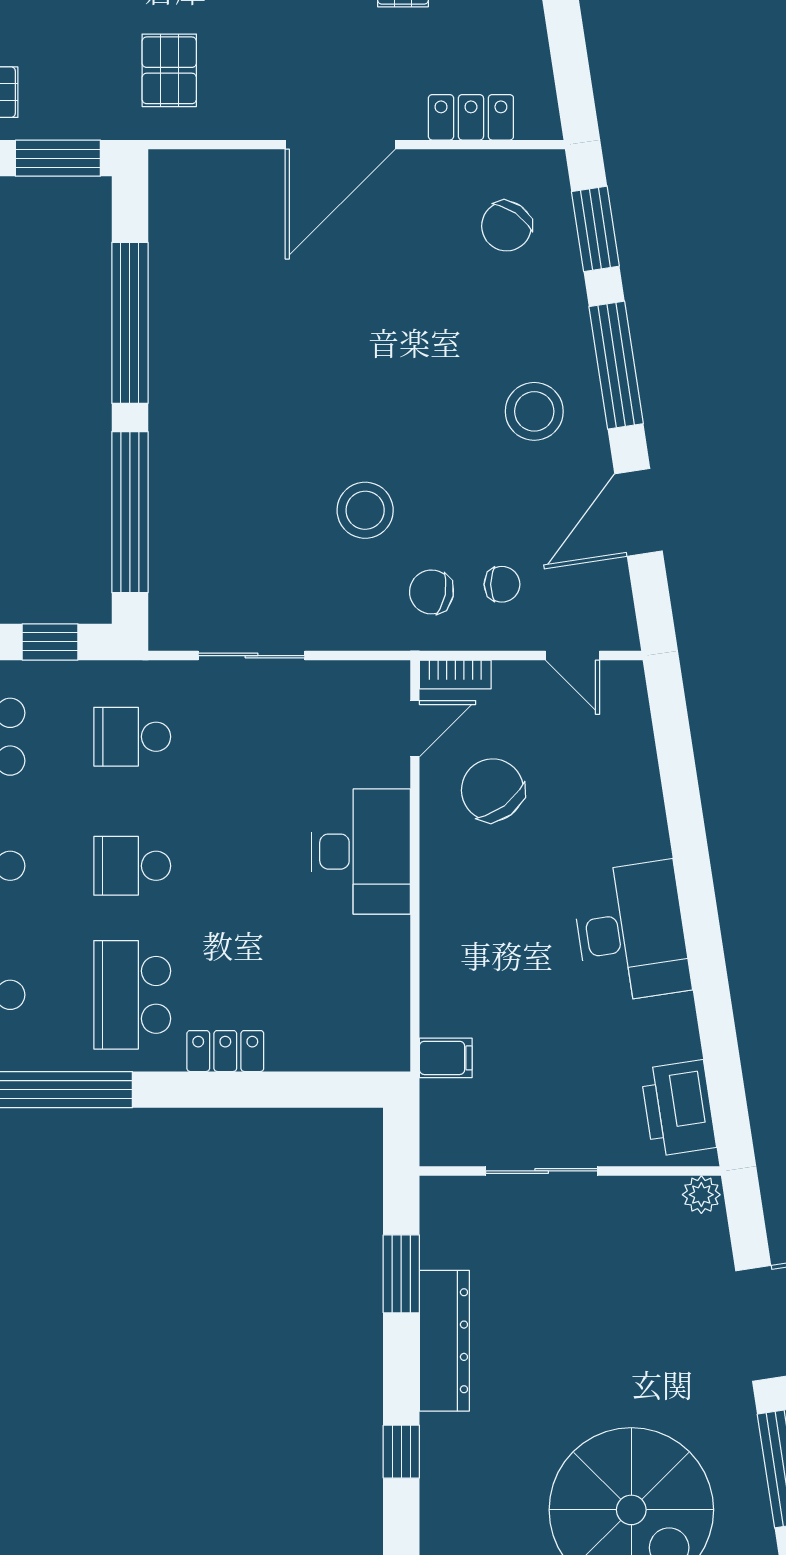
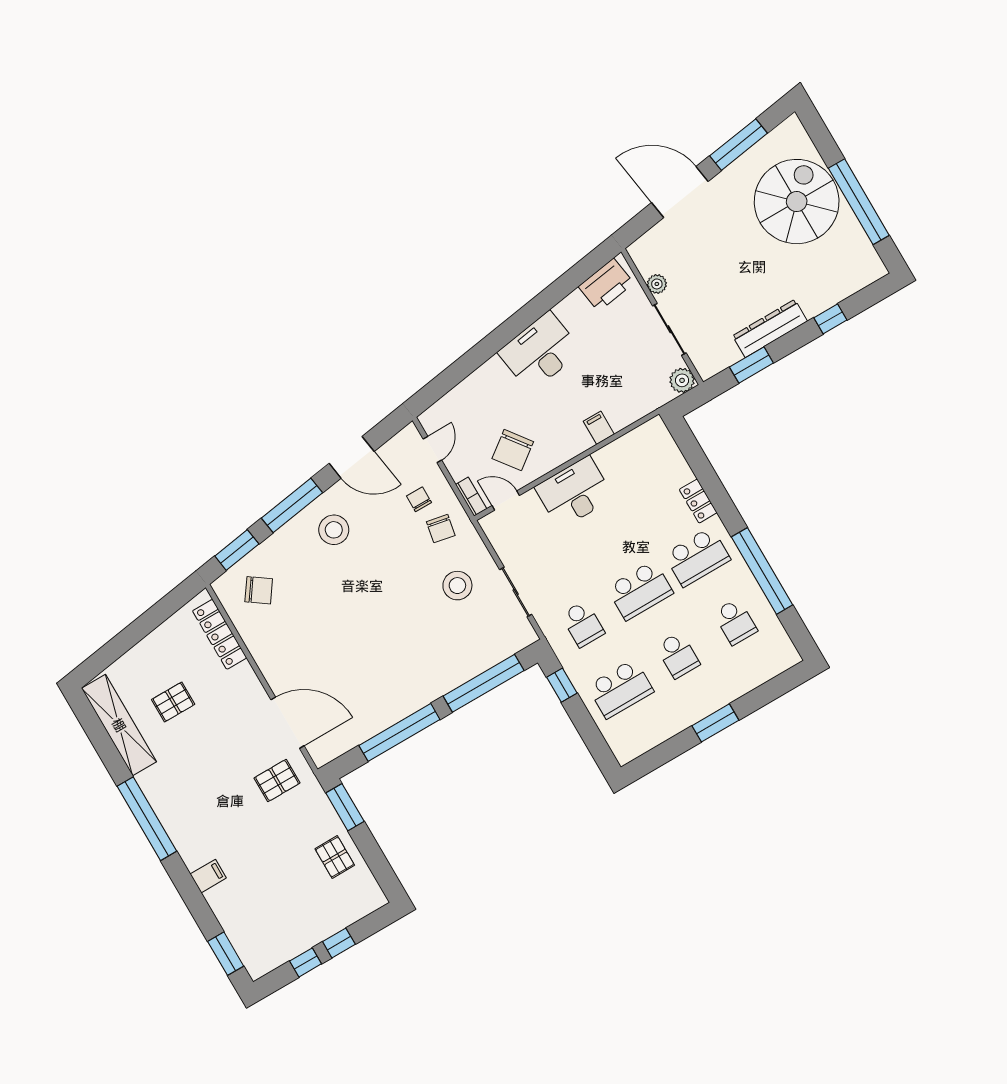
locker: (471, 117) -> (220, 634), width x1.53
door: (340, 145) -> (287, 723), moved
stool: (365, 510) -> (457, 586), moved
school desk: (132, 866) -> (640, 590), width x1.85
filing cabinet: (446, 1058) -> (599, 428), moved
plant: (444, 1142) -> (682, 380), added
plant: (701, 1195) -> (657, 284), moved

